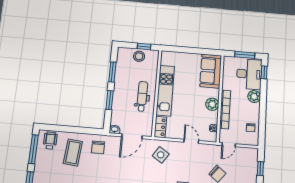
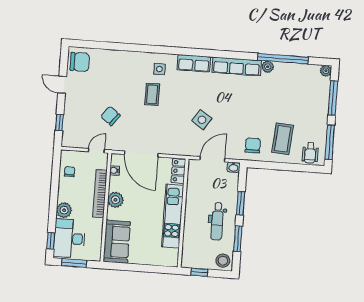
stool: (139, 56) -> (223, 261), moved
dental chair: (142, 96) -> (217, 221), moved
door: (191, 141) -> (141, 154), width x1.87
side table: (161, 155) -> (202, 120), moved

